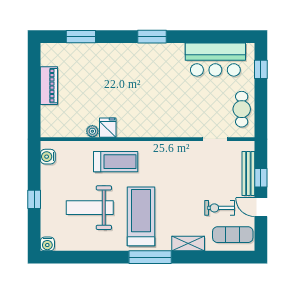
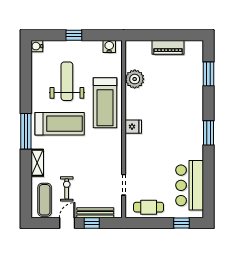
fridge: (108, 128) -> (133, 127), moved
plant: (92, 131) -> (135, 79), width x1.88, depth x1.88
treadmill: (116, 162) -> (105, 103), width x1.37, depth x1.38

